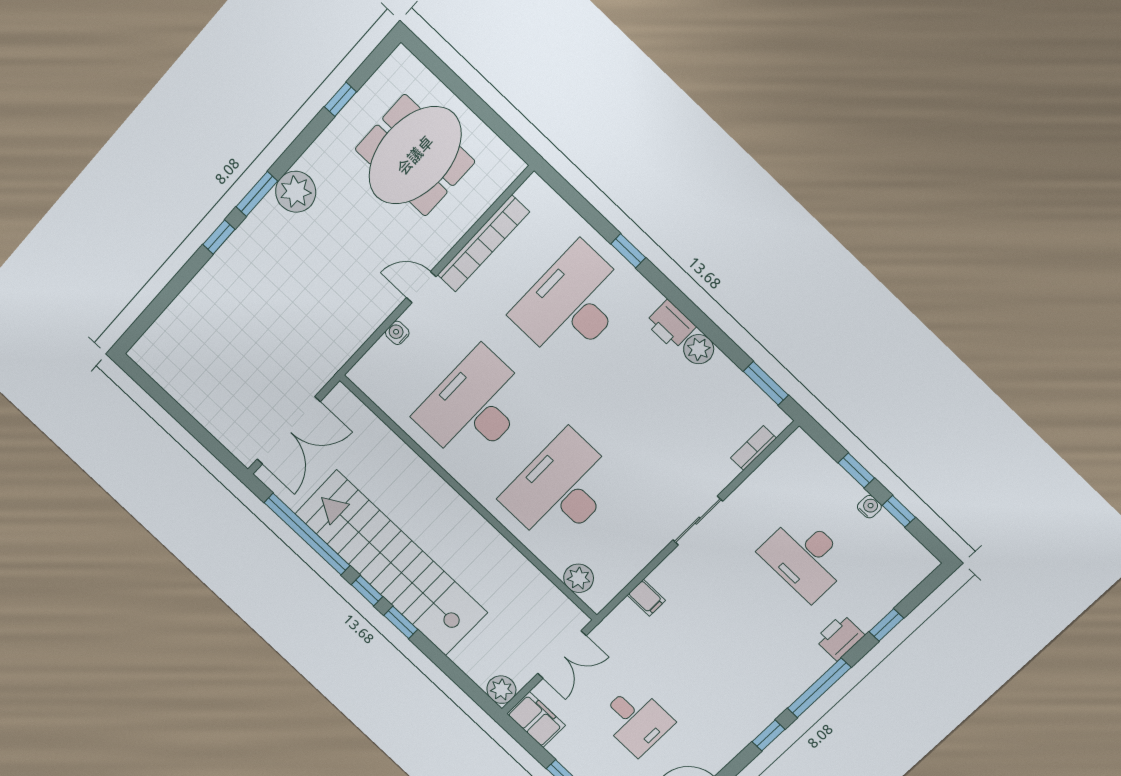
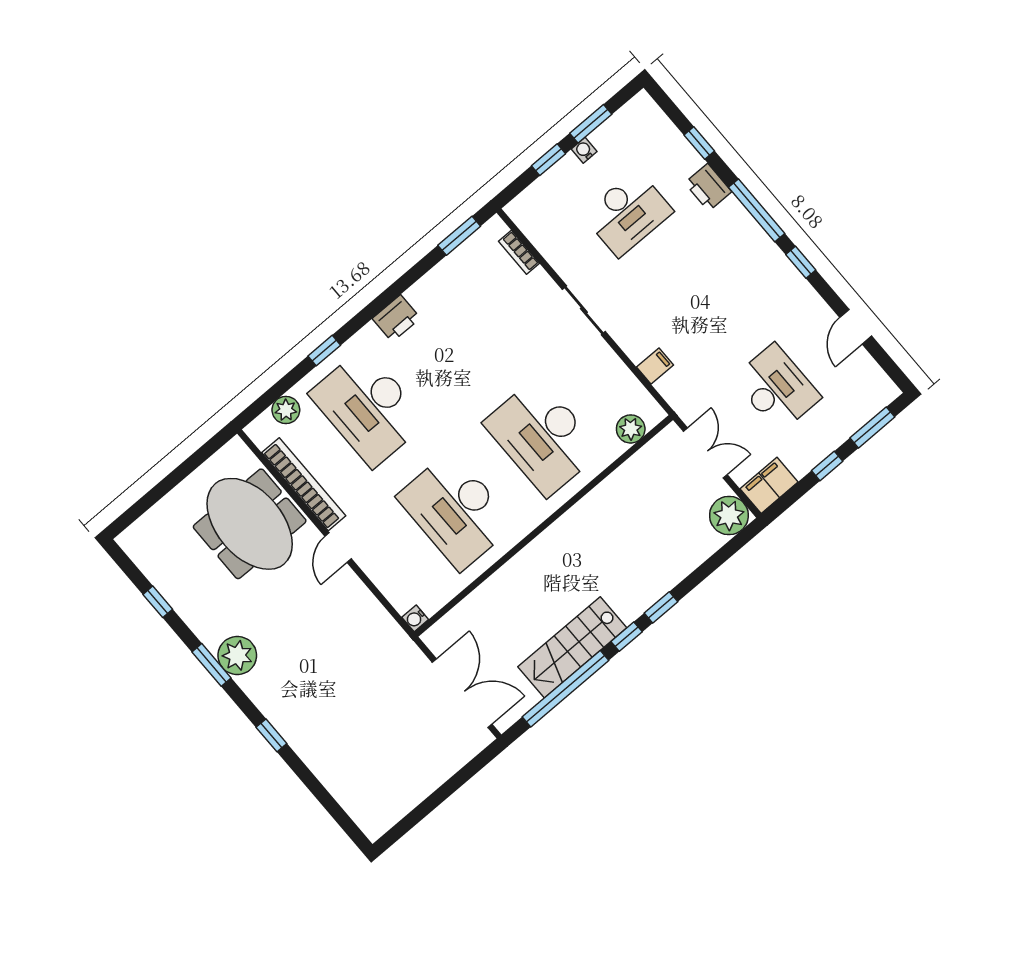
meeting table: (415, 155) -> (250, 524), moved
window: (257, 194) -> (212, 665), moved
water cooler: (397, 333) -> (415, 618), moved
plant: (699, 349) -> (286, 410), moved
window: (899, 511) -> (591, 124), width x1.50
stairs: (391, 563) -> (572, 647), width x0.54, depth x0.66
plant: (501, 690) -> (729, 515), width x1.36, depth x1.36
desk: (636, 720) -> (777, 388), width x1.37

